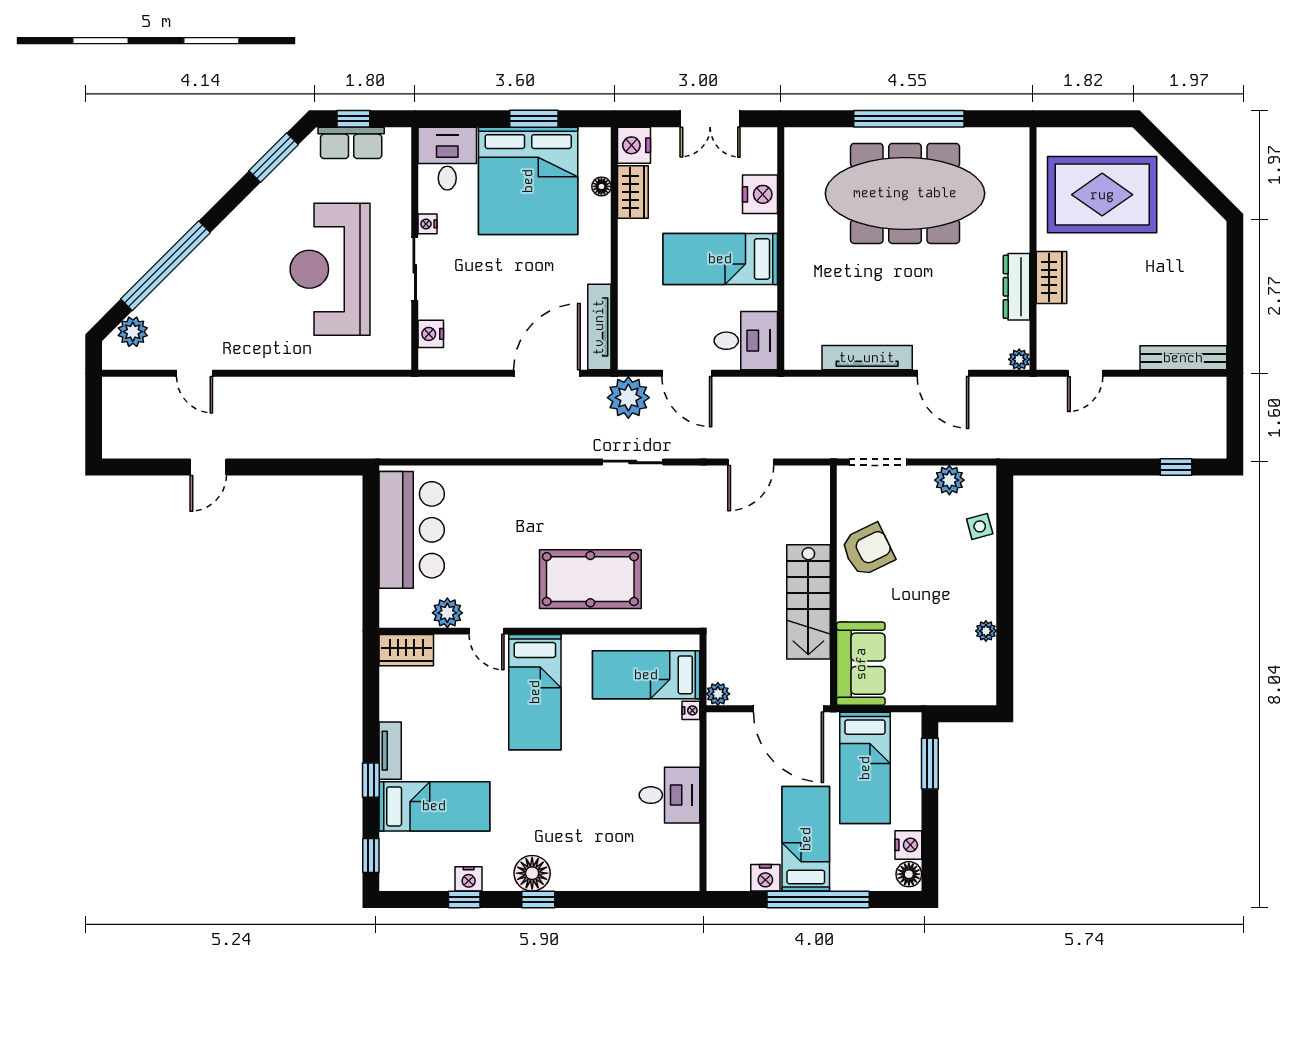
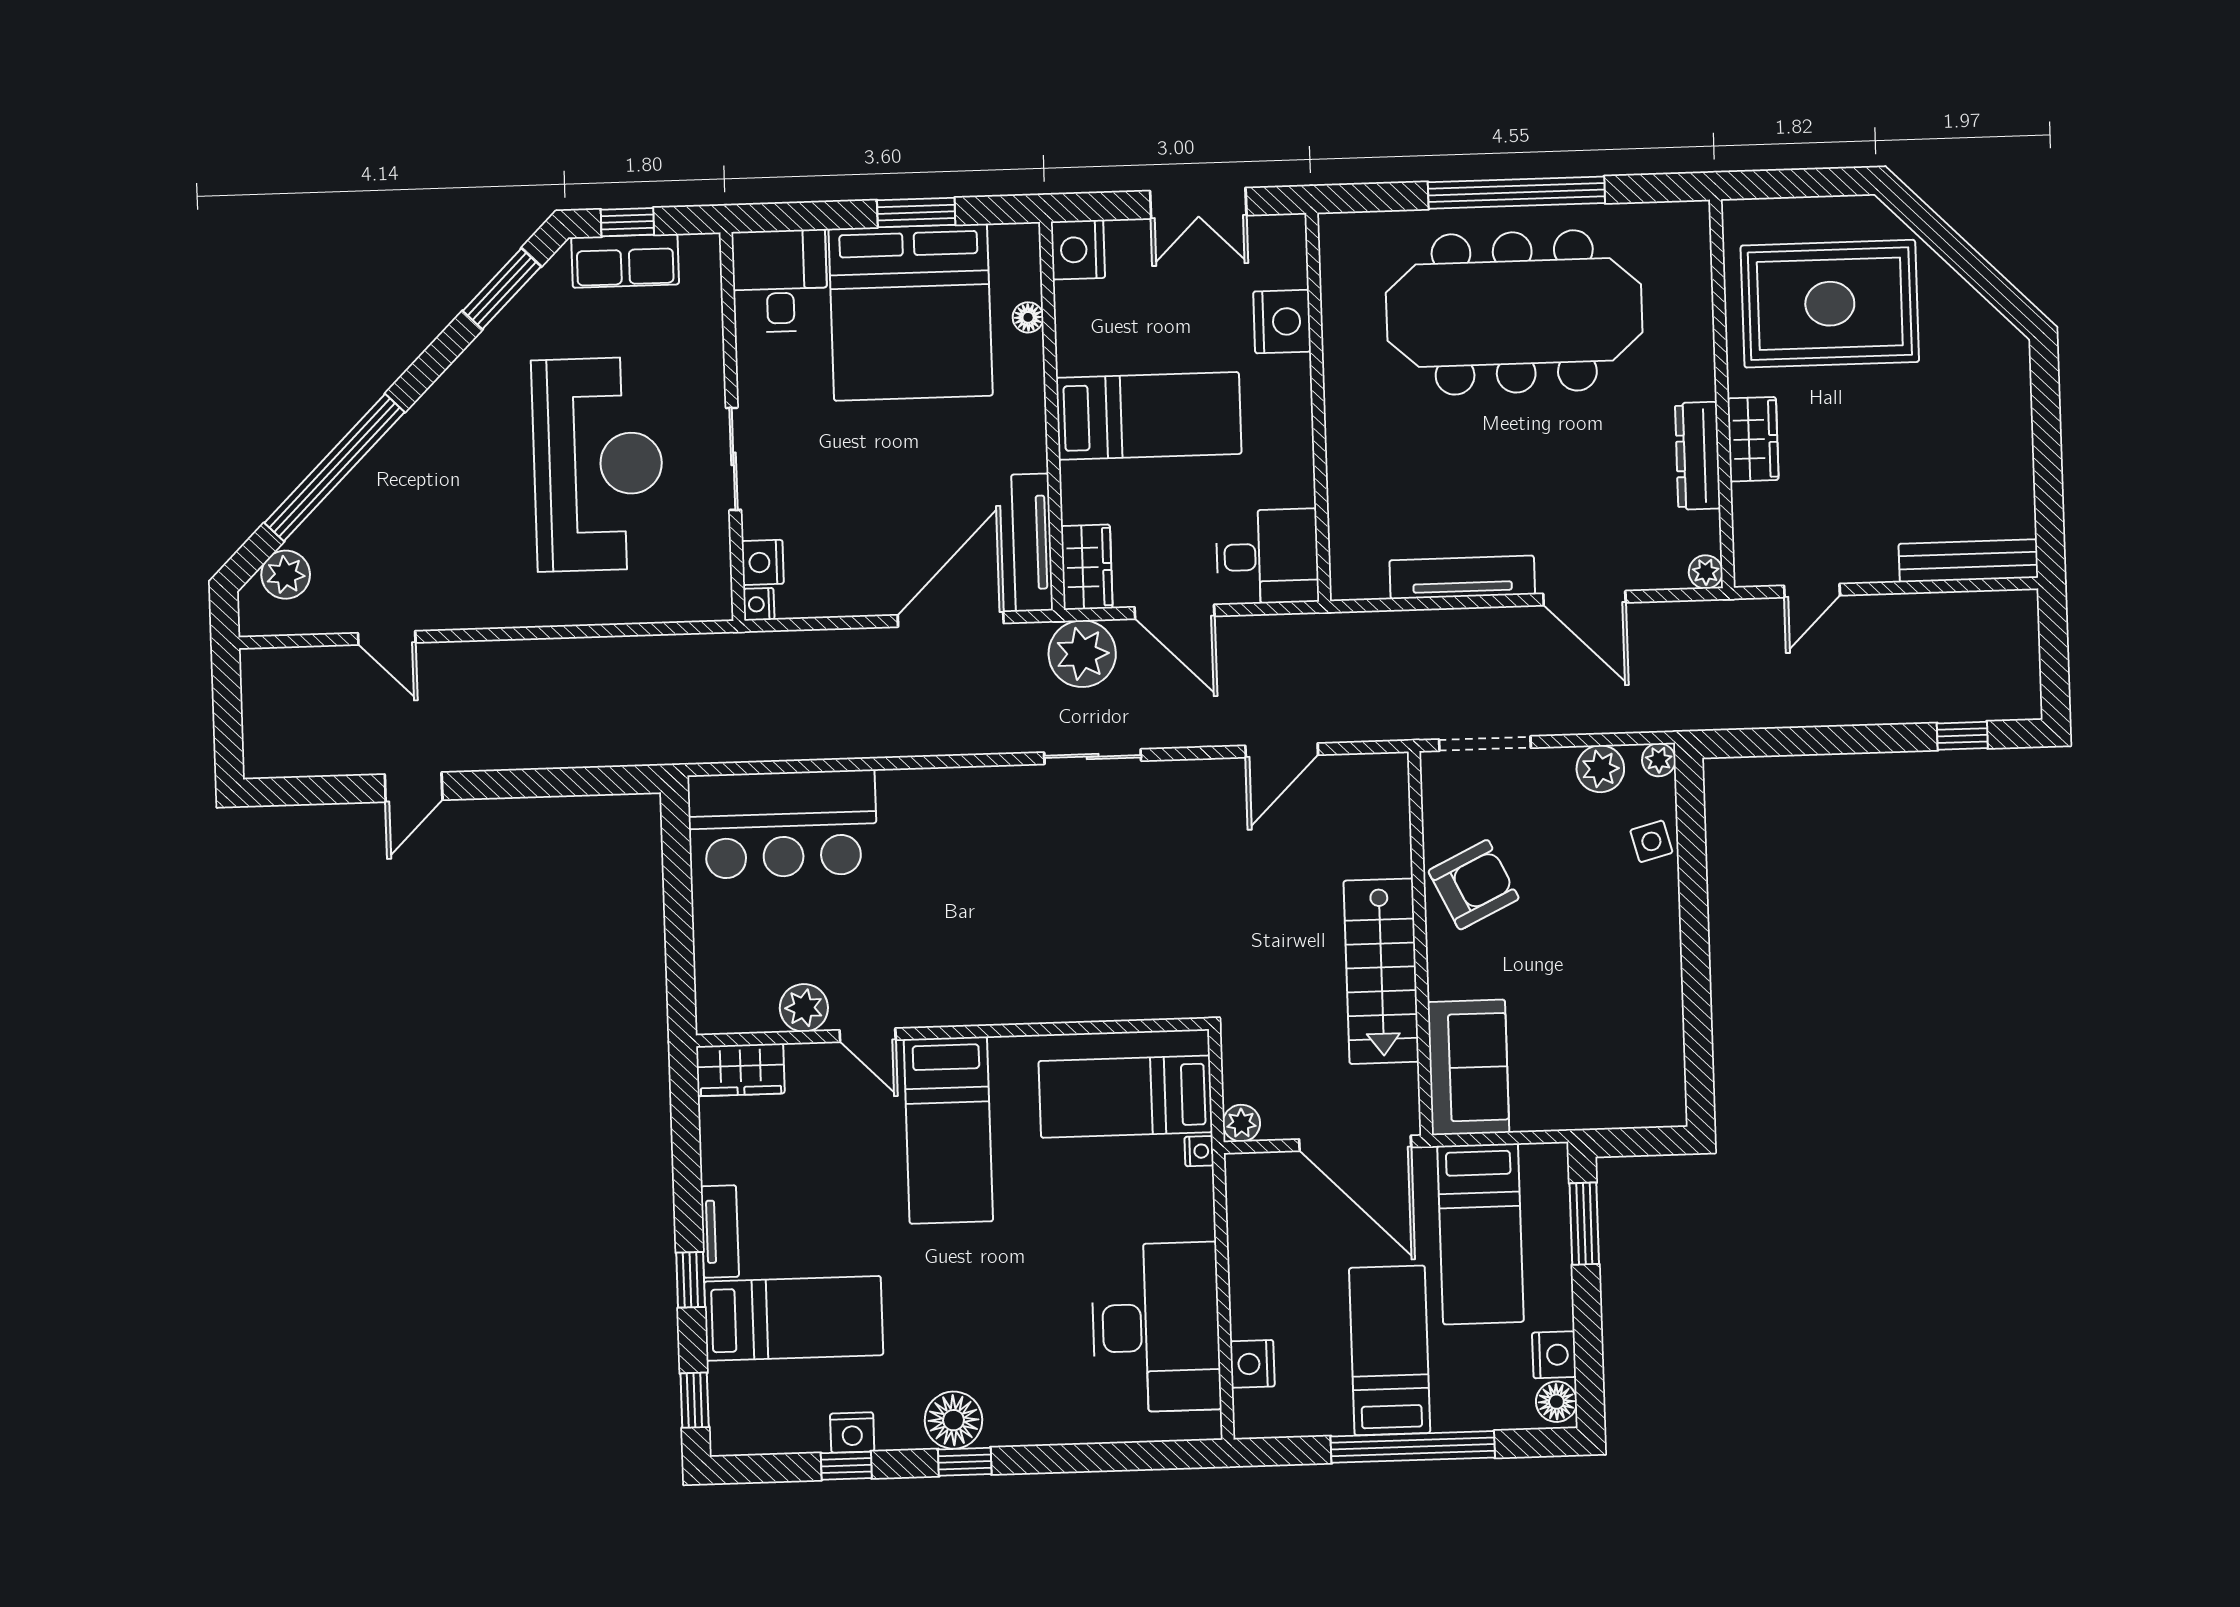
wardrobe: (633, 192) -> (1087, 567), moved
nightstand: (427, 224) -> (759, 604), moved
bed: (720, 259) -> (1149, 416), moved, turned 180
reception desk: (330, 269) -> (598, 464), turned 180
bar counter: (412, 530) -> (782, 824), moved, turned 90
pool table: (590, 579) -> (1031, 946), removed
plant: (986, 631) -> (1659, 760), moved
desk: (670, 795) -> (1156, 1327), width x1.87, depth x1.30
nightstand: (765, 878) -> (1252, 1364), moved, turned 90

